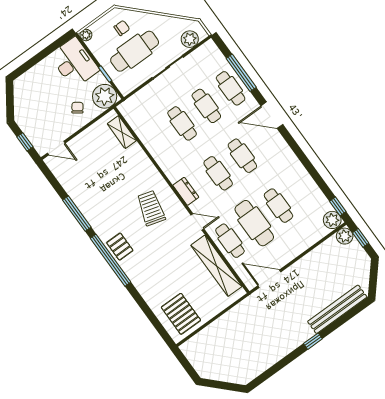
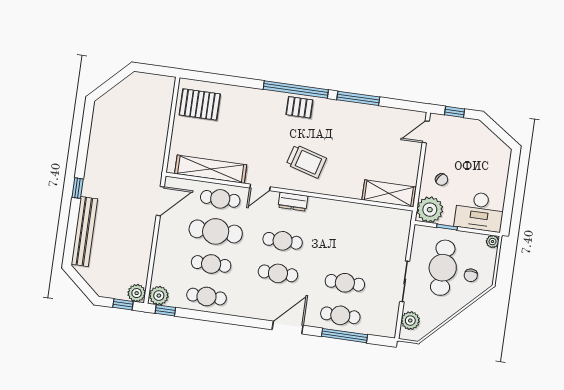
cafe table: (182, 123) -> (206, 297), moved
shelving: (122, 132) -> (389, 193), width x1.50, depth x1.33

